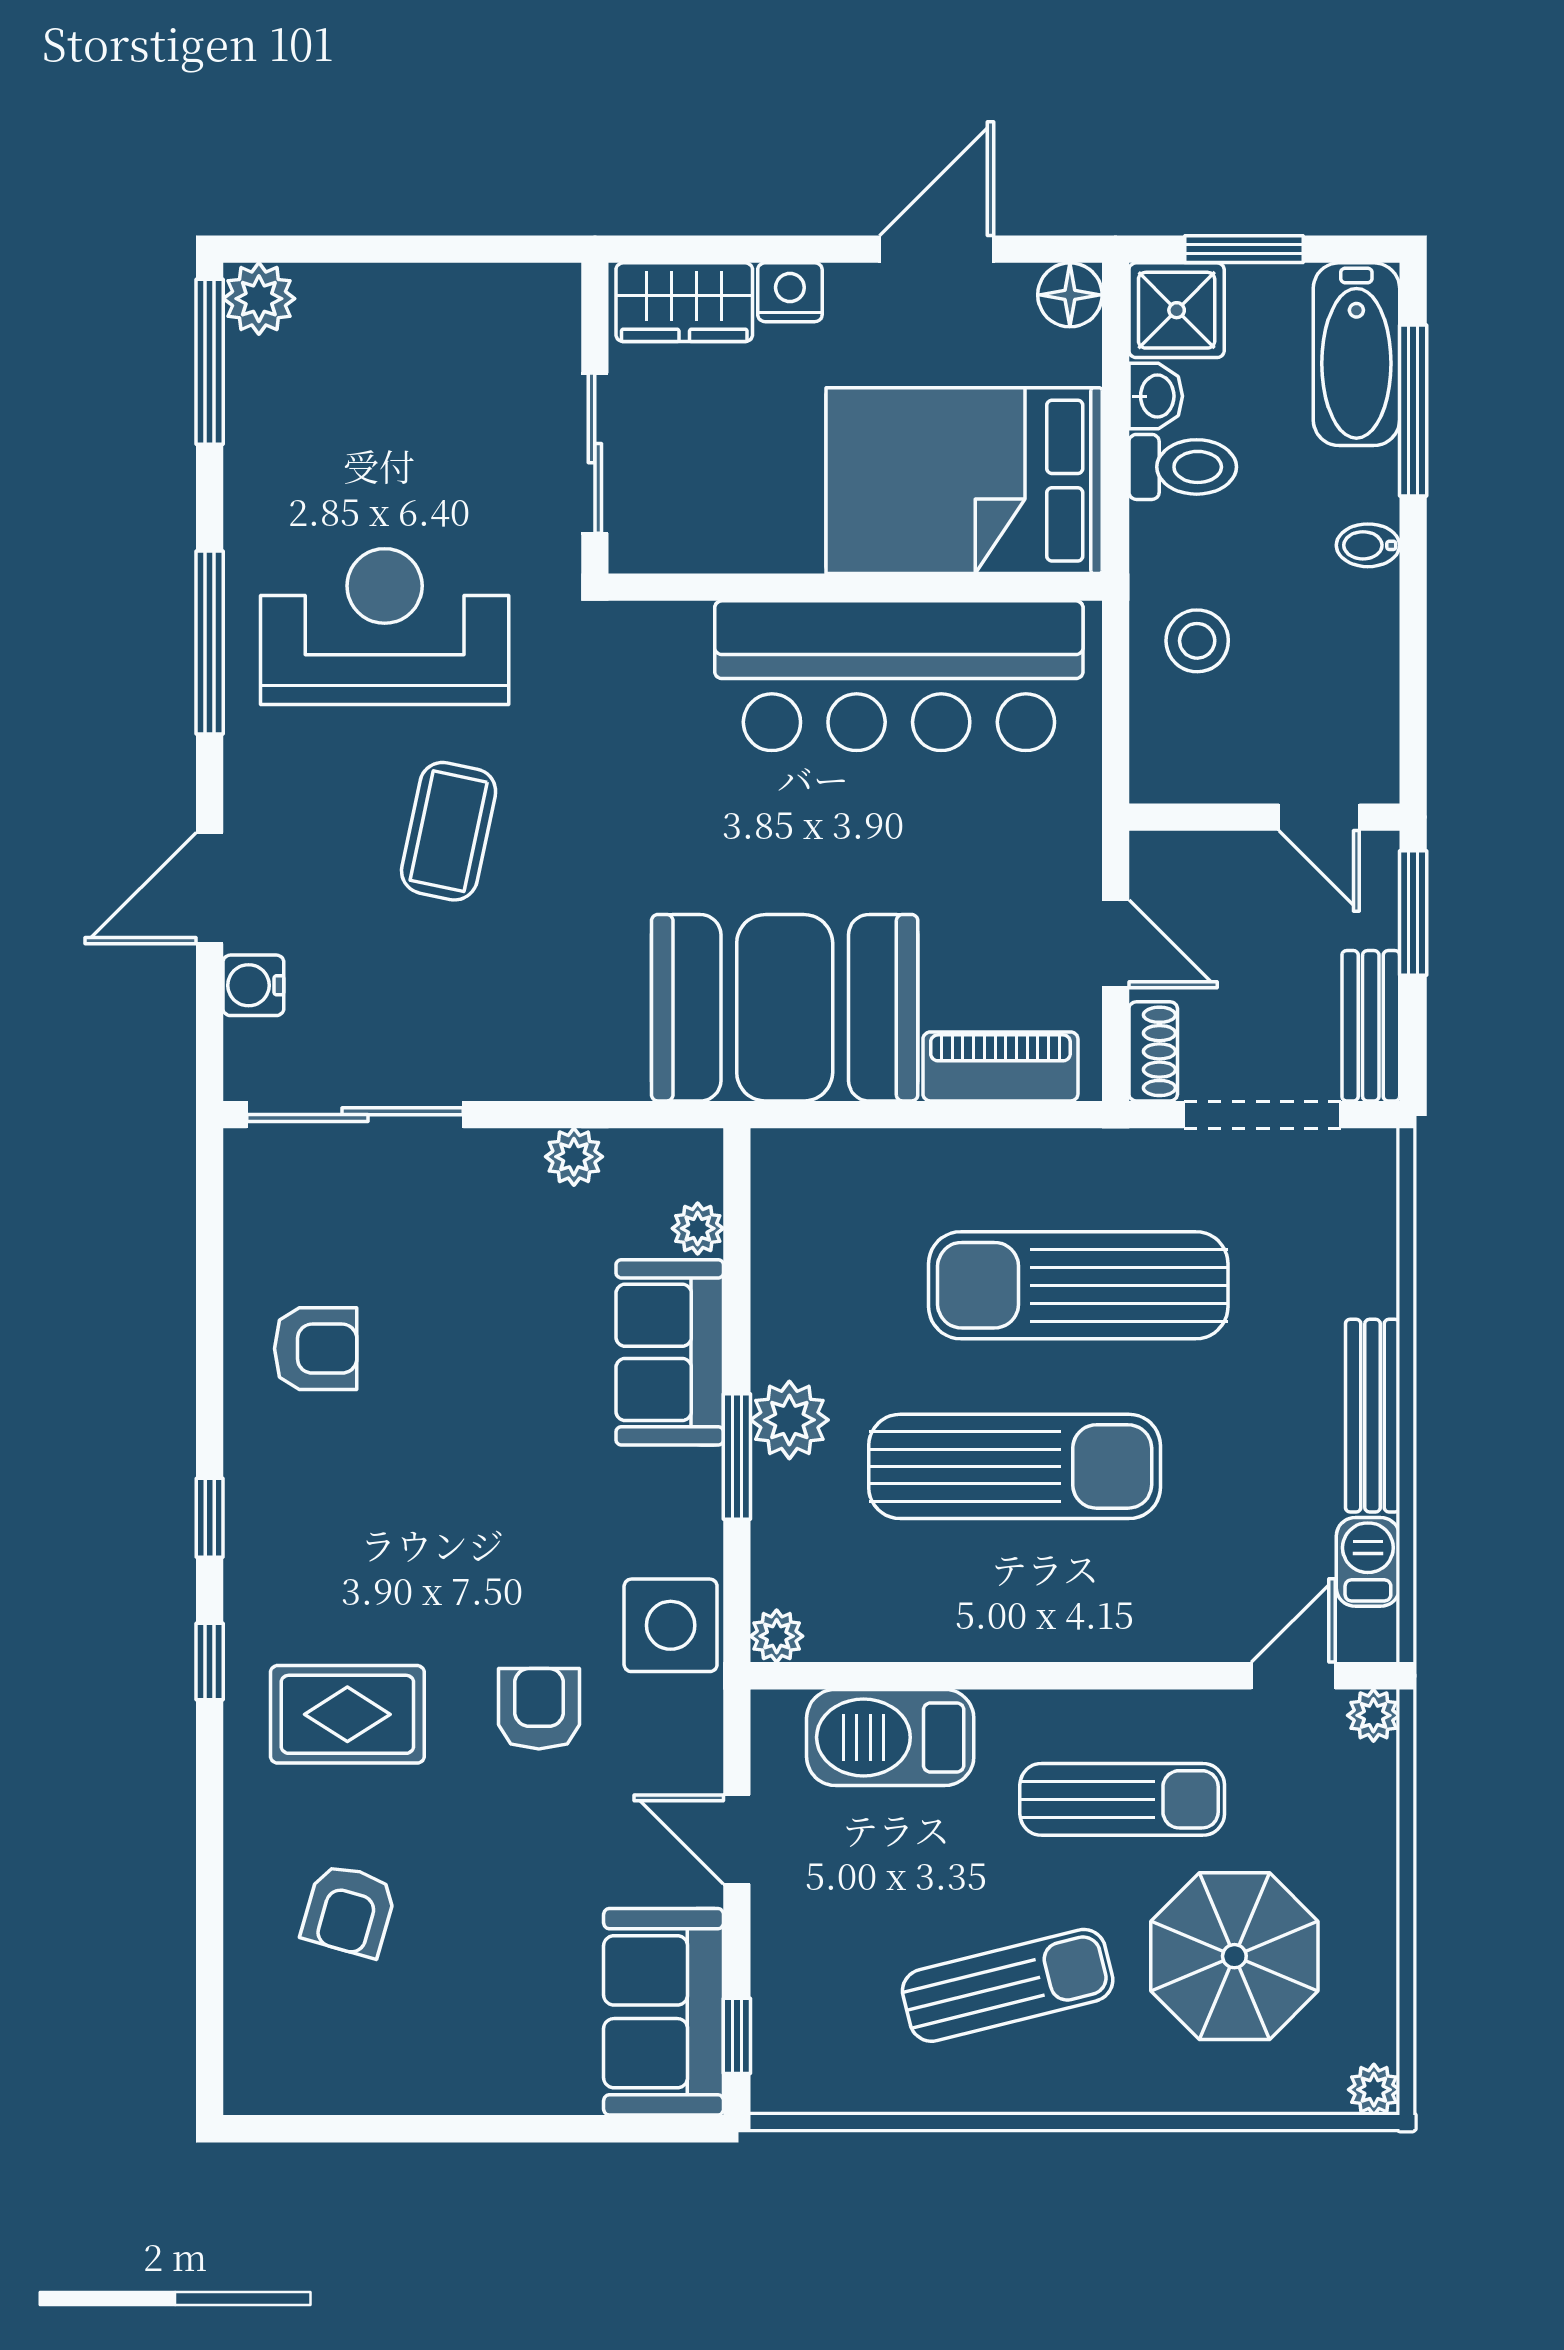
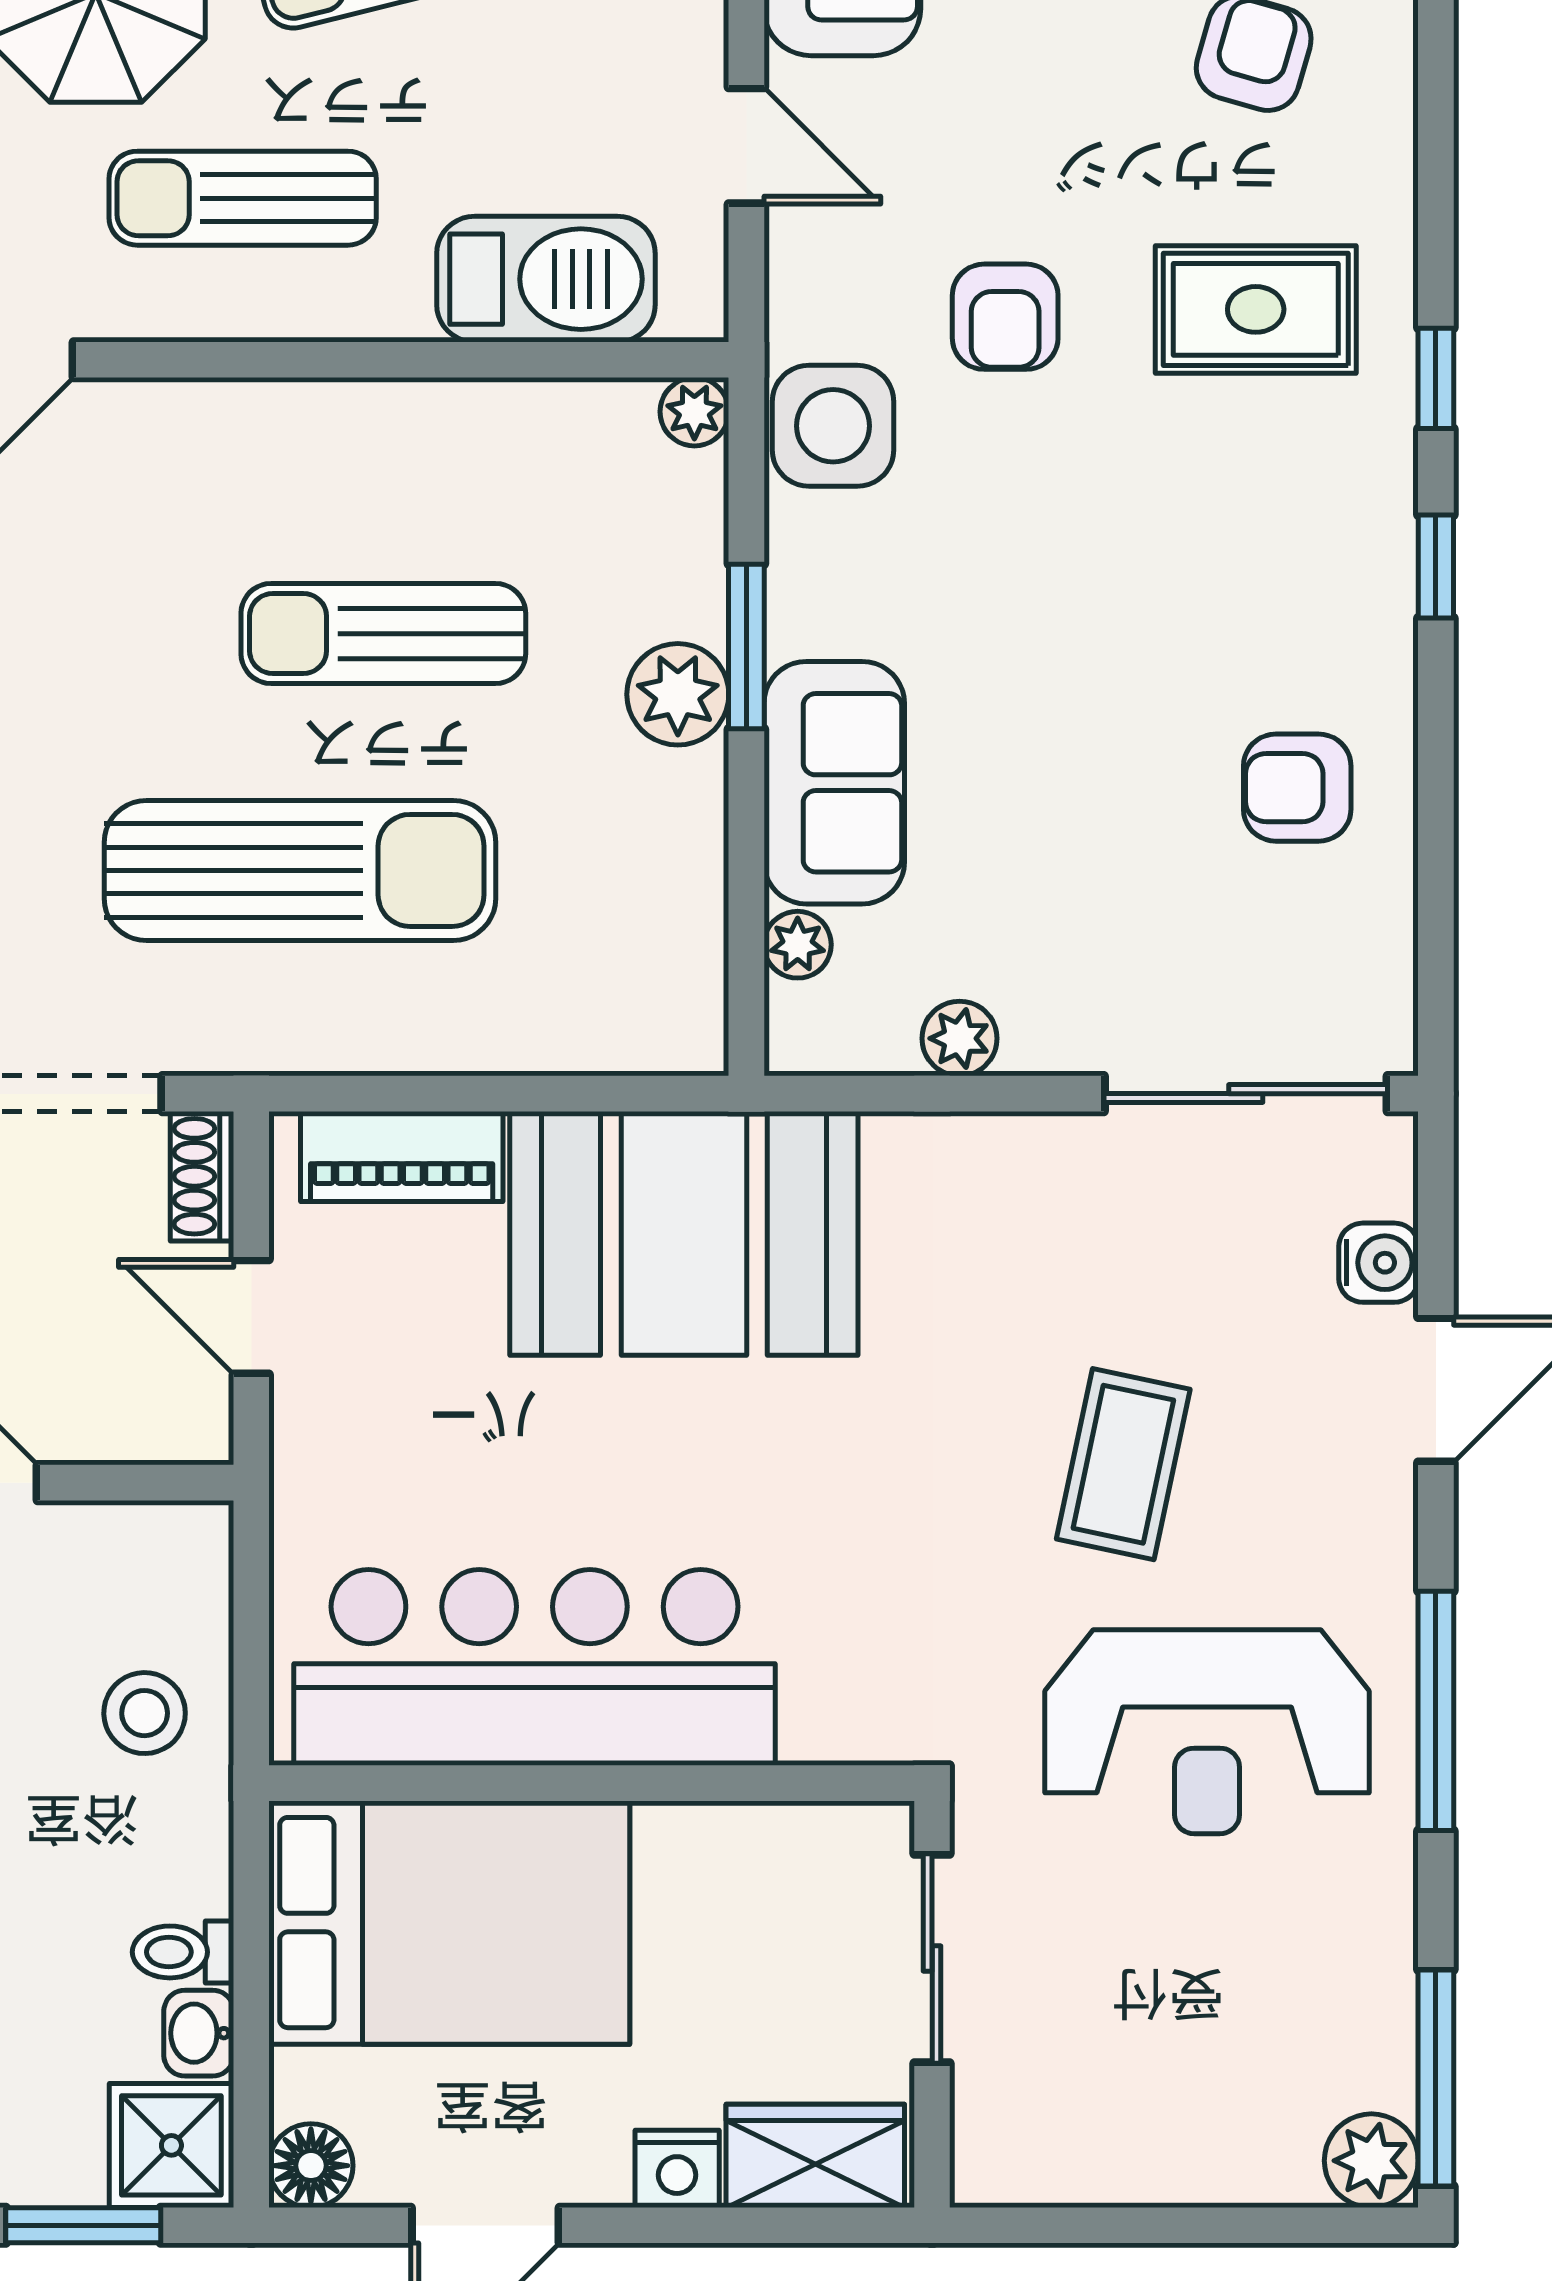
toilet: (1183, 467) -> (183, 1952), width x0.73, depth x0.72
sun lounger: (1015, 1466) -> (383, 634), width x0.73, depth x0.75

